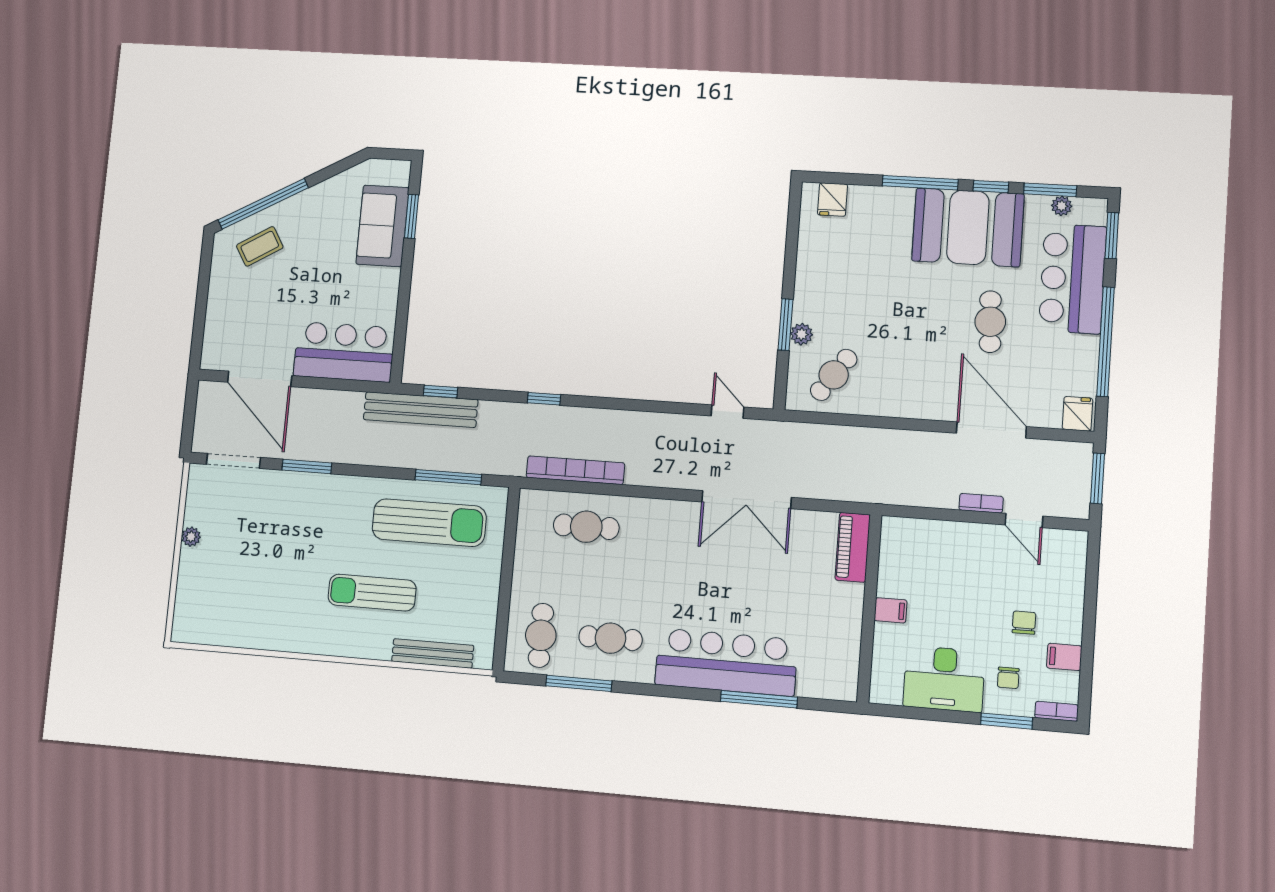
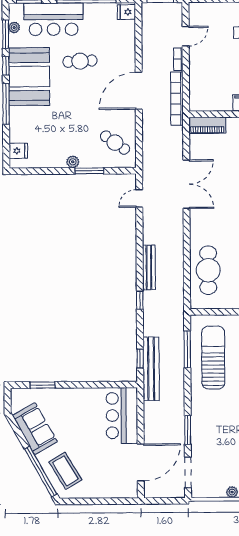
sofa: (382, 226) -> (35, 429), moved, turned -119
coffee table: (260, 246) -> (65, 471), width x1.36, depth x1.30
plant: (802, 334) -> (73, 162), moved
bench: (601, 419) -> (149, 267), added
door: (991, 430) -> (139, 91), moved
bookcase: (575, 470) -> (177, 99), moved
cafe table: (586, 527) -> (208, 270), width x1.37, depth x1.35

